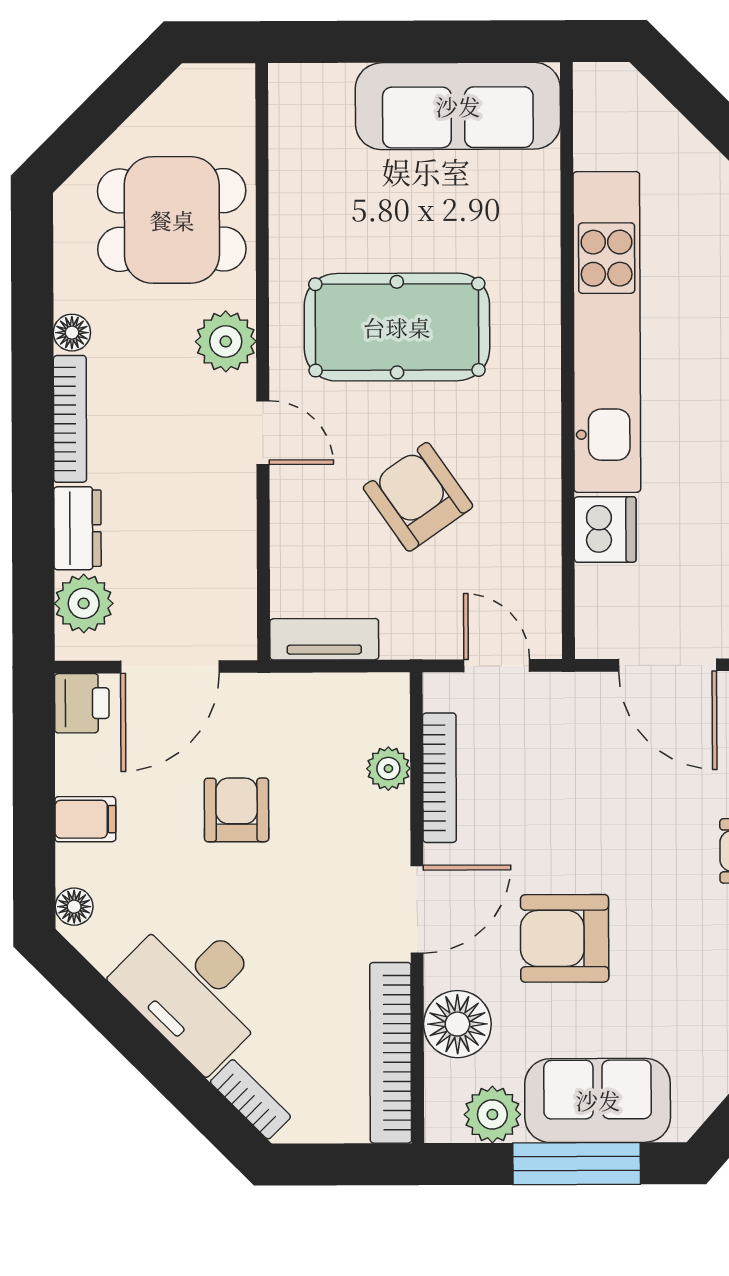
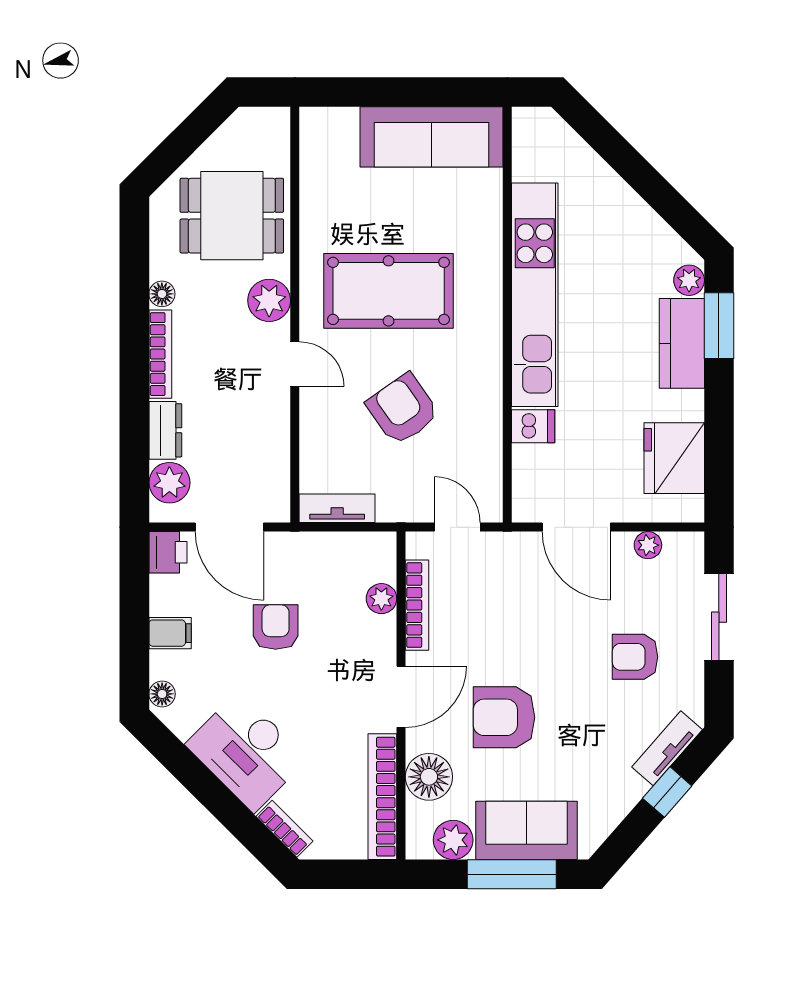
dishwasher: (605, 529) -> (533, 426), width x0.73
door: (170, 667) -> (229, 527), hinge flipped

